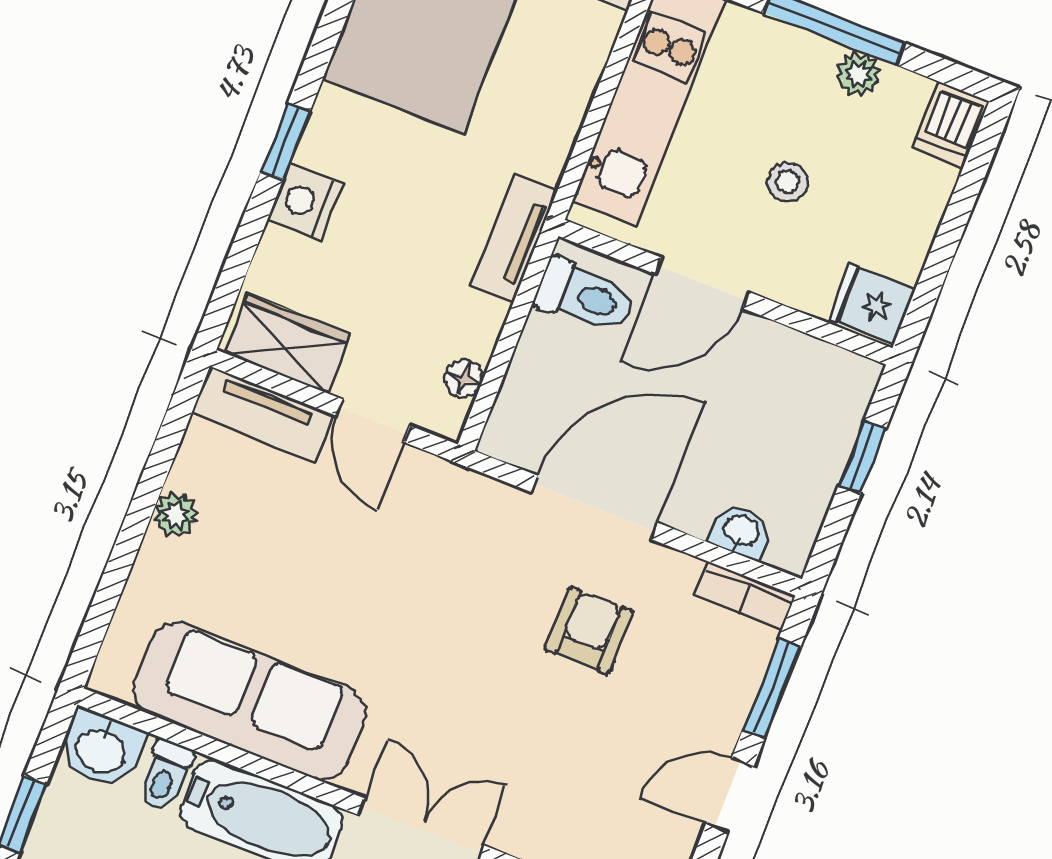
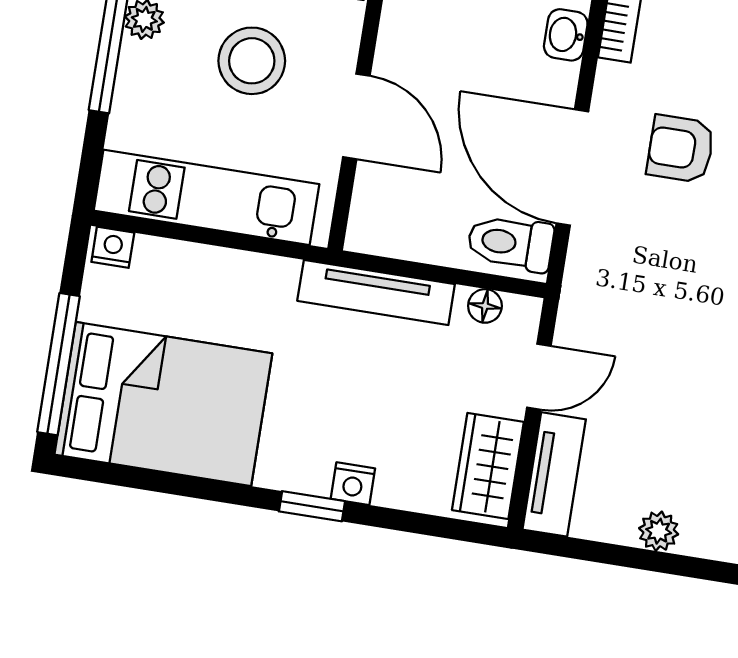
stool: (788, 182) -> (252, 61), width x1.89, depth x1.89
nightstand: (304, 202) -> (353, 484), width x0.72, depth x0.74
tv unit: (513, 239) -> (376, 292), width x1.41
toilet: (585, 296) -> (510, 243), moved, turned -90

